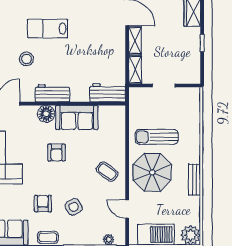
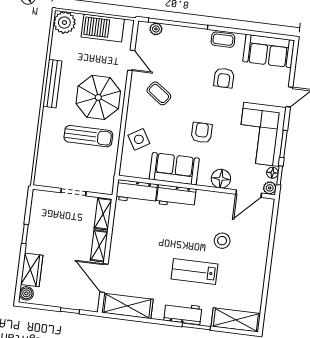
lab bench: (48, 29) -> (194, 271), turned 180
workbench: (52, 93) -> (176, 196), moved
floor lamp: (46, 114) -> (221, 179), moved
coffee table: (107, 172) -> (159, 93), moved
bench: (194, 180) -> (52, 84), width x1.36
side table: (74, 207) -> (139, 139), moved

